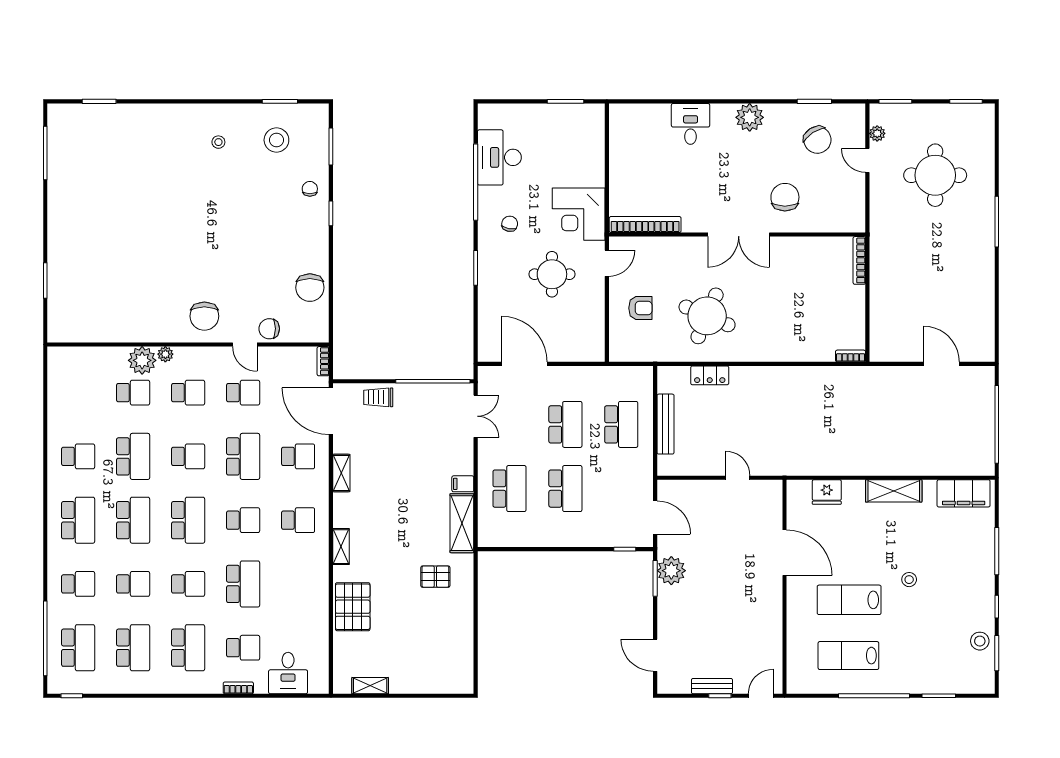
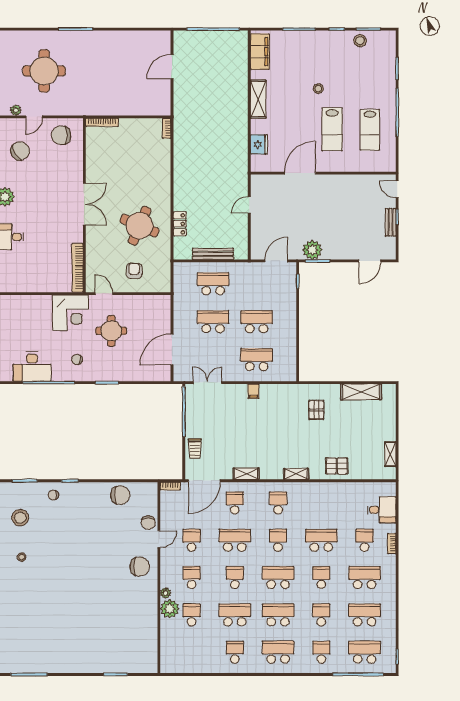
chair: (785, 197) -> (61, 135), moved
shelving: (462, 523) -> (361, 392), moved
pallet: (353, 607) -> (337, 466), width x0.67, depth x0.71

